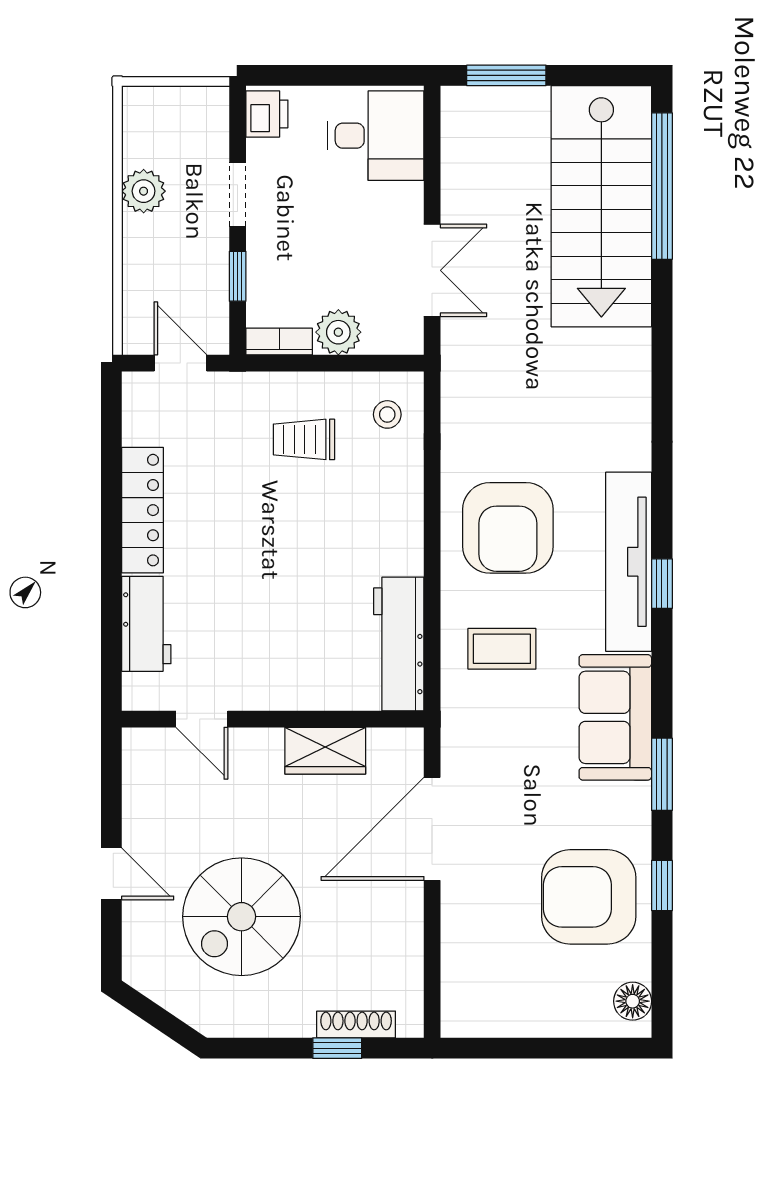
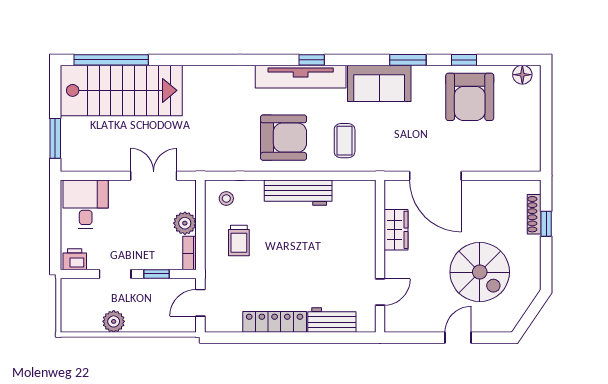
workbench: (399, 644) -> (298, 193), moved

